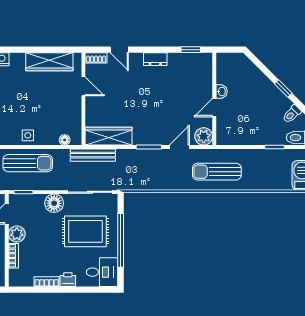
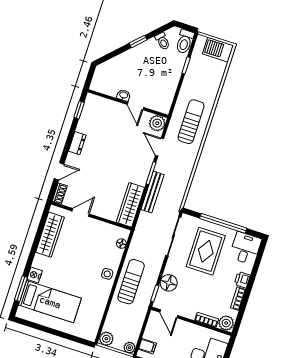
bench: (93, 155) -> (153, 192), moved
sun lounger: (217, 172) -> (191, 122), turned 180
floor lamp: (54, 203) -> (169, 283), moved
plant: (17, 234) -> (226, 323), moved

